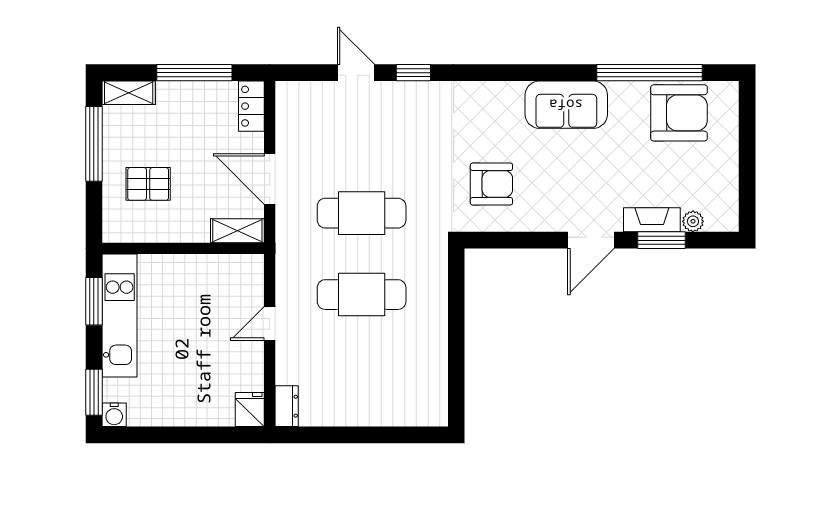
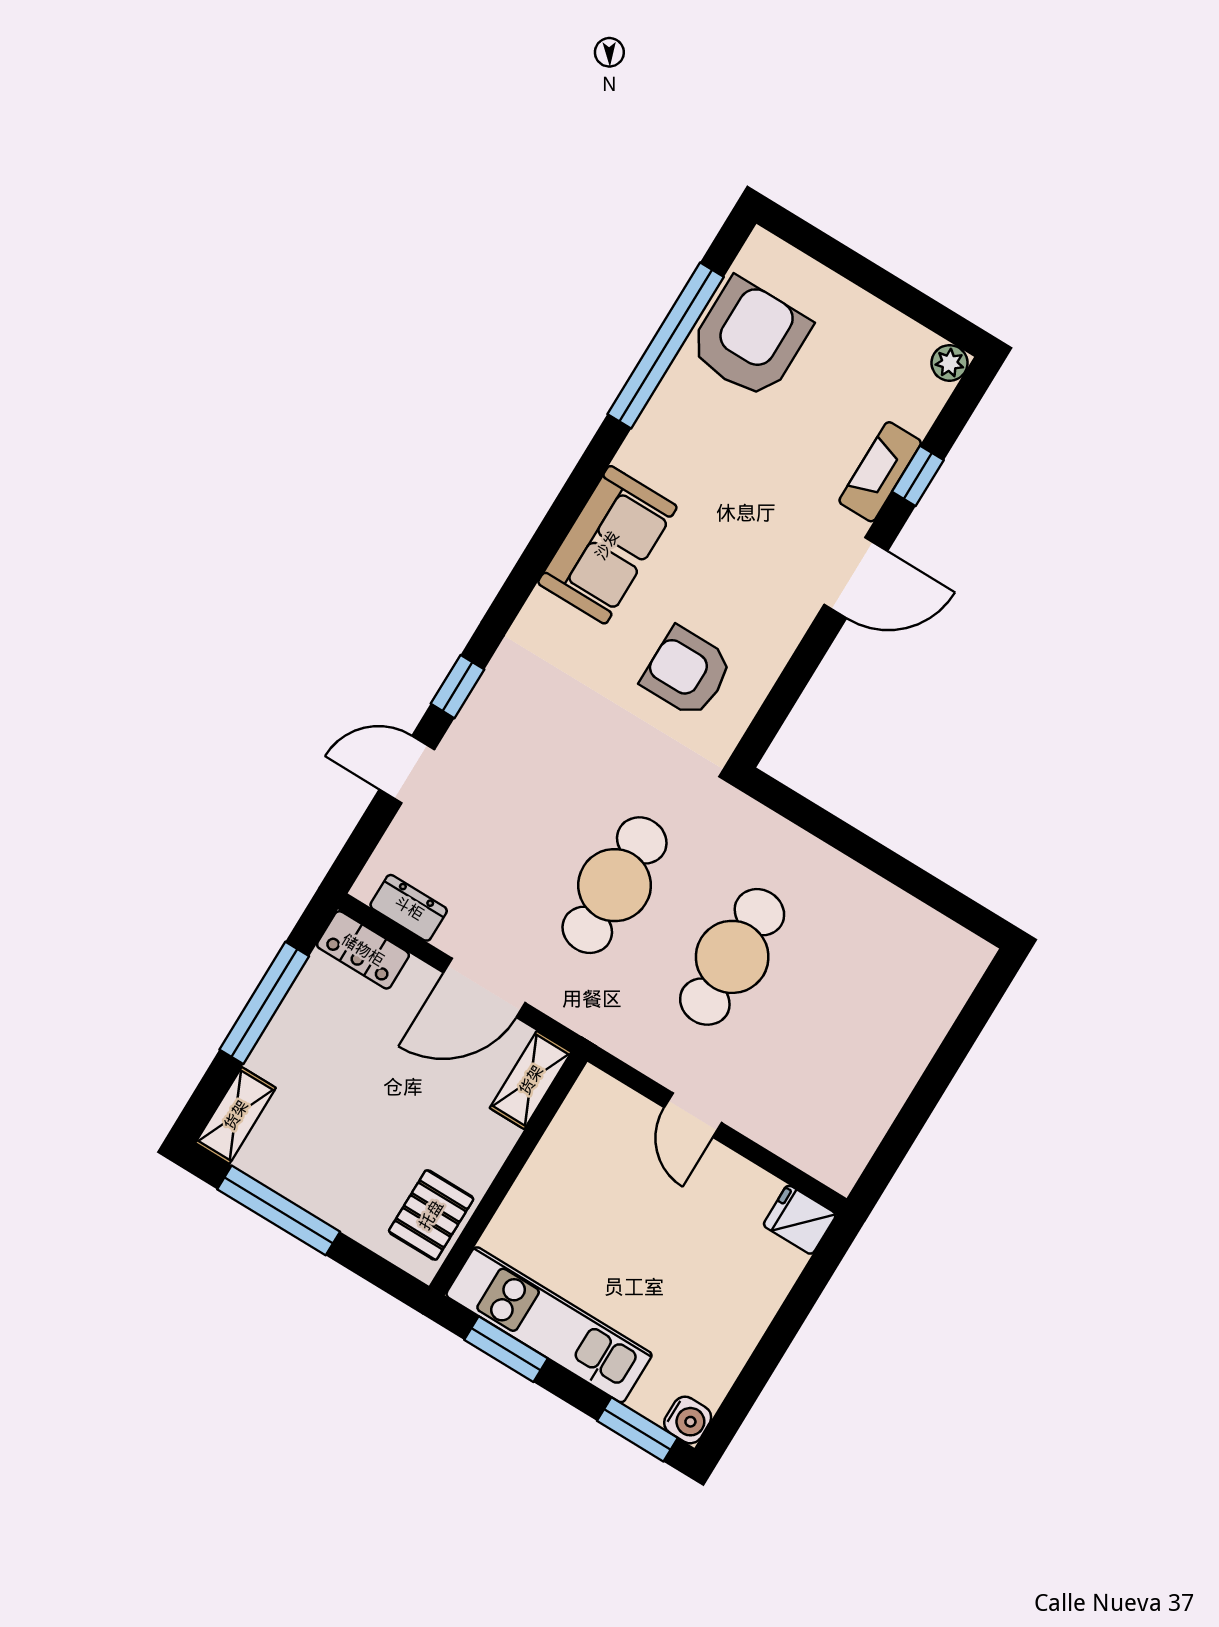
sofa: (566, 105) -> (607, 545), moved
pallet: (148, 184) -> (431, 1215), moved
armchair: (491, 184) -> (687, 672), turned -90
plant: (693, 221) -> (950, 363), moved
door: (591, 240) -> (856, 578), hinge flipped
window: (661, 240) -> (918, 476), width x0.67
dresser: (287, 406) -> (409, 908), moved

